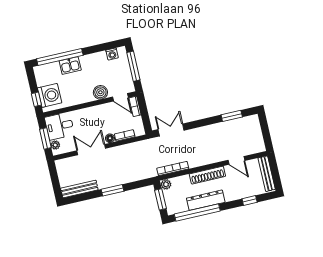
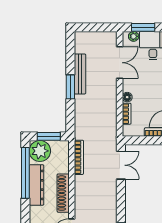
double door: (91, 150) -> (120, 63), moved
plant: (166, 184) -> (40, 151), moved, width x1.88, depth x1.88
bench: (79, 189) -> (80, 74), moved

